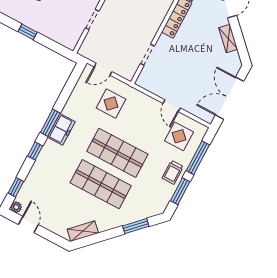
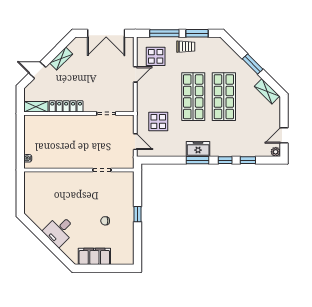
window: (16, 187) -> (248, 160), moved
window: (136, 226) -> (253, 64), moved

